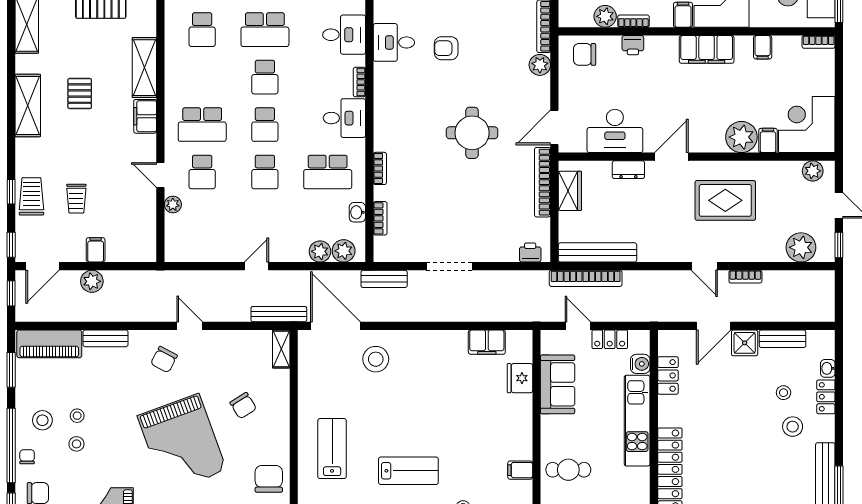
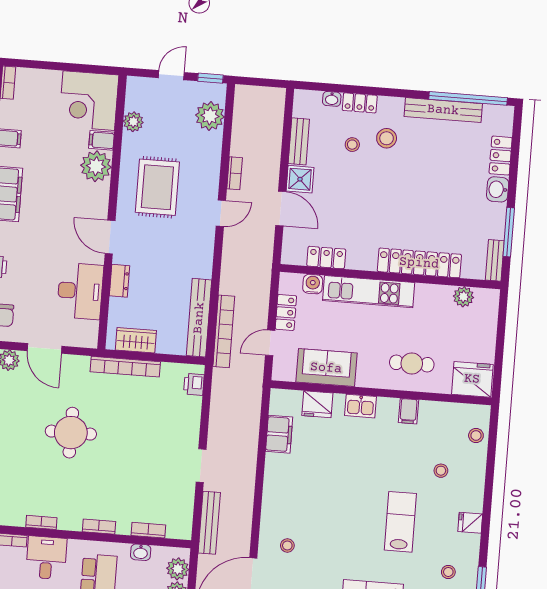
bookcase: (379, 110) -> (41, 522), added
door: (554, 128) -> (44, 348), moved
plant: (813, 171) -> (133, 122), moved
doorway: (449, 266) -> (201, 466), width x0.73
bench: (384, 279) -> (209, 523), width x1.36
stool: (376, 359) -> (287, 545), width x0.53, depth x0.53
kitchen sink: (522, 422) -> (361, 406), added
cafe table: (568, 470) -> (412, 364), turned 90

